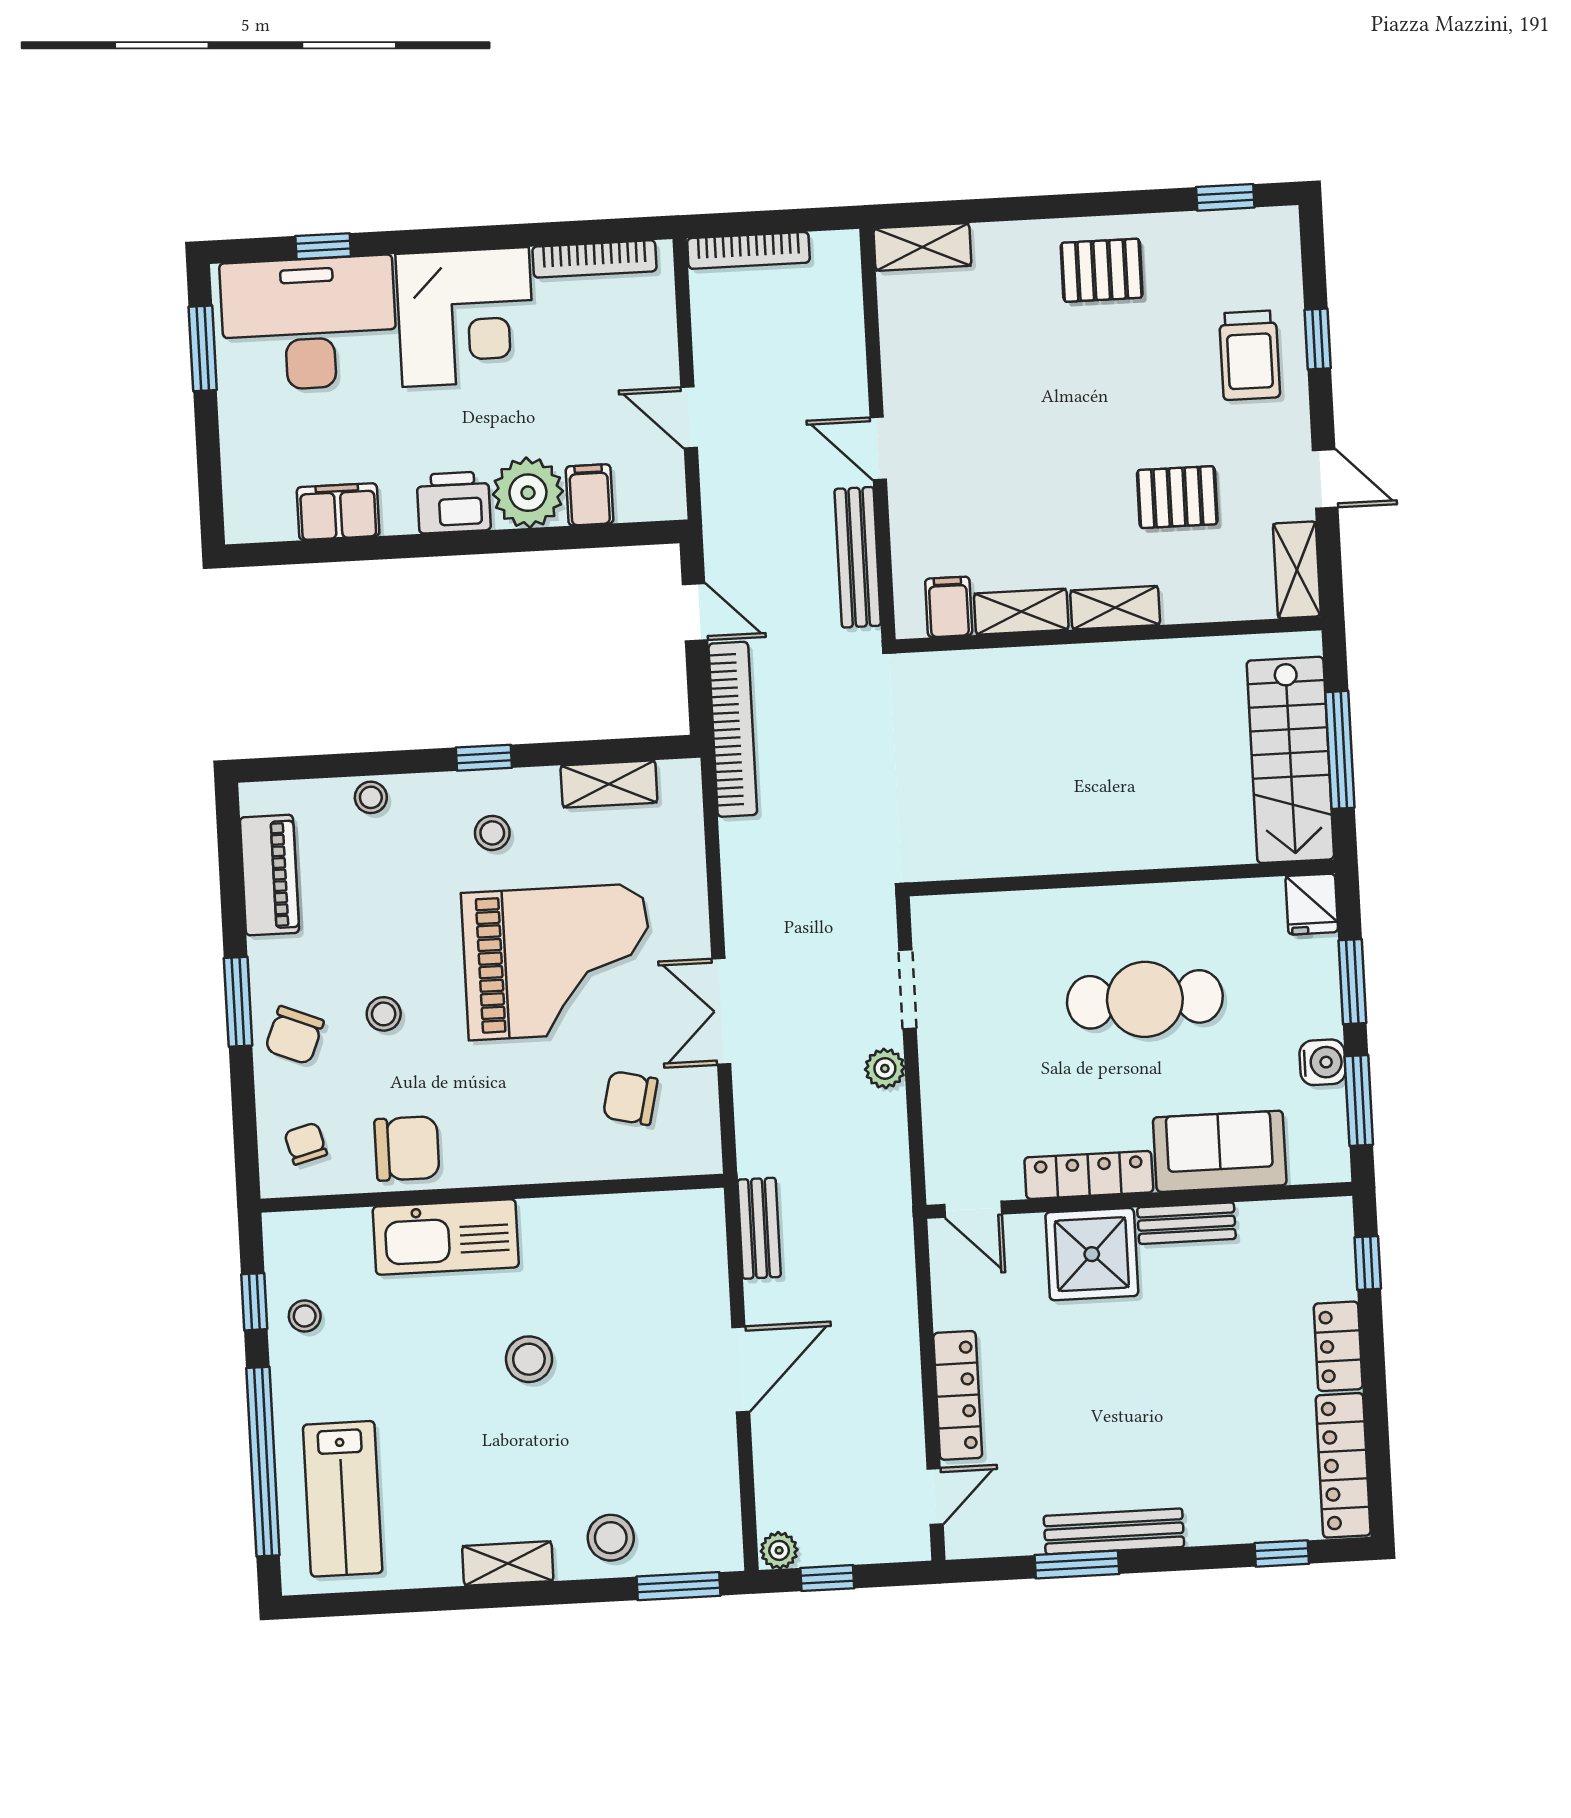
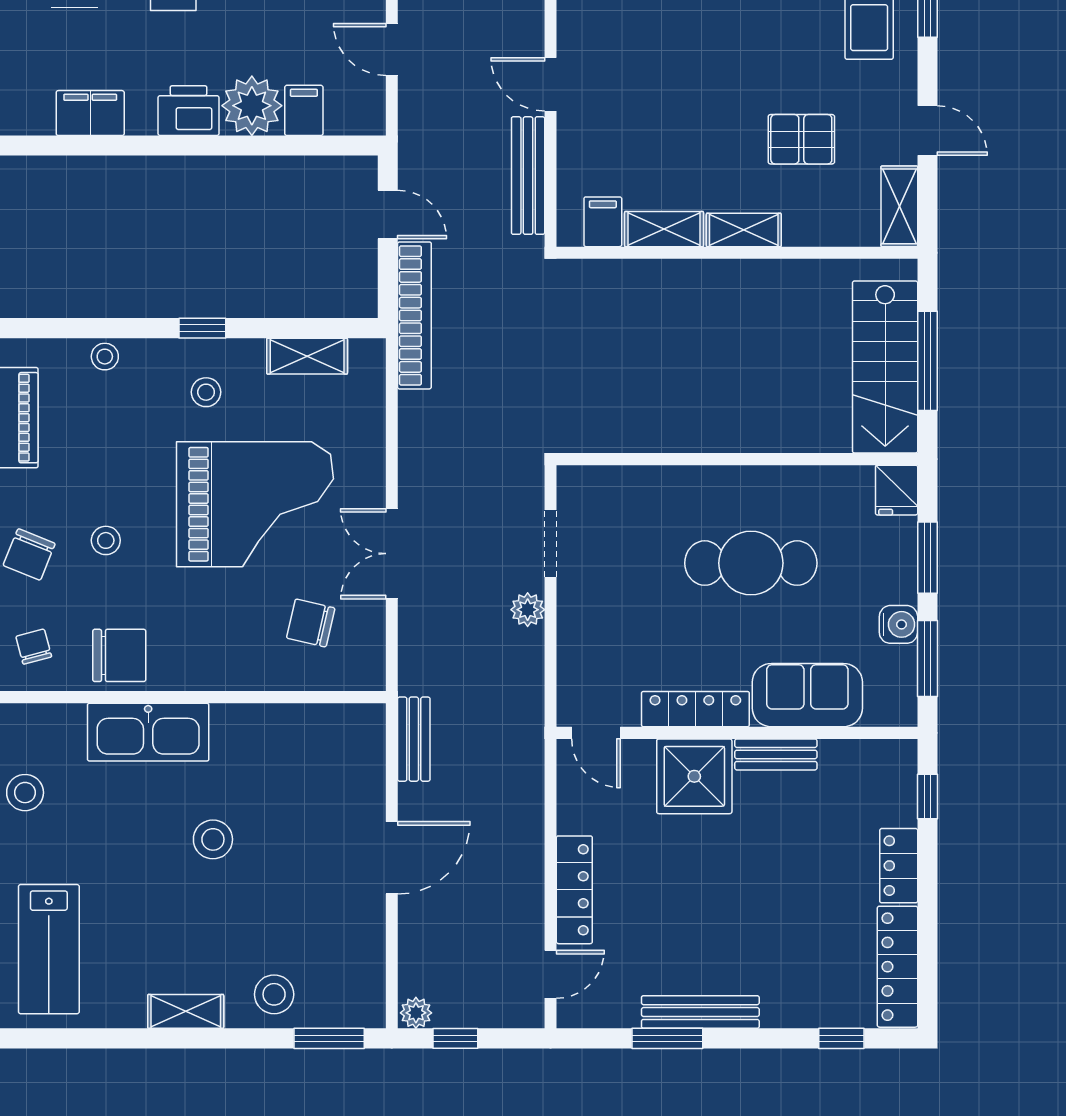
stool: (305, 1316) -> (25, 793), width x1.37, depth x1.37

